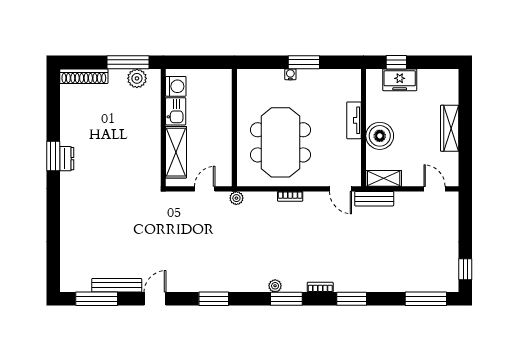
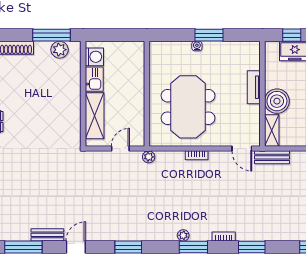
shelving: (384, 178) -> (272, 130), moved, turned 90
bench: (117, 285) -> (47, 235), width x0.73

